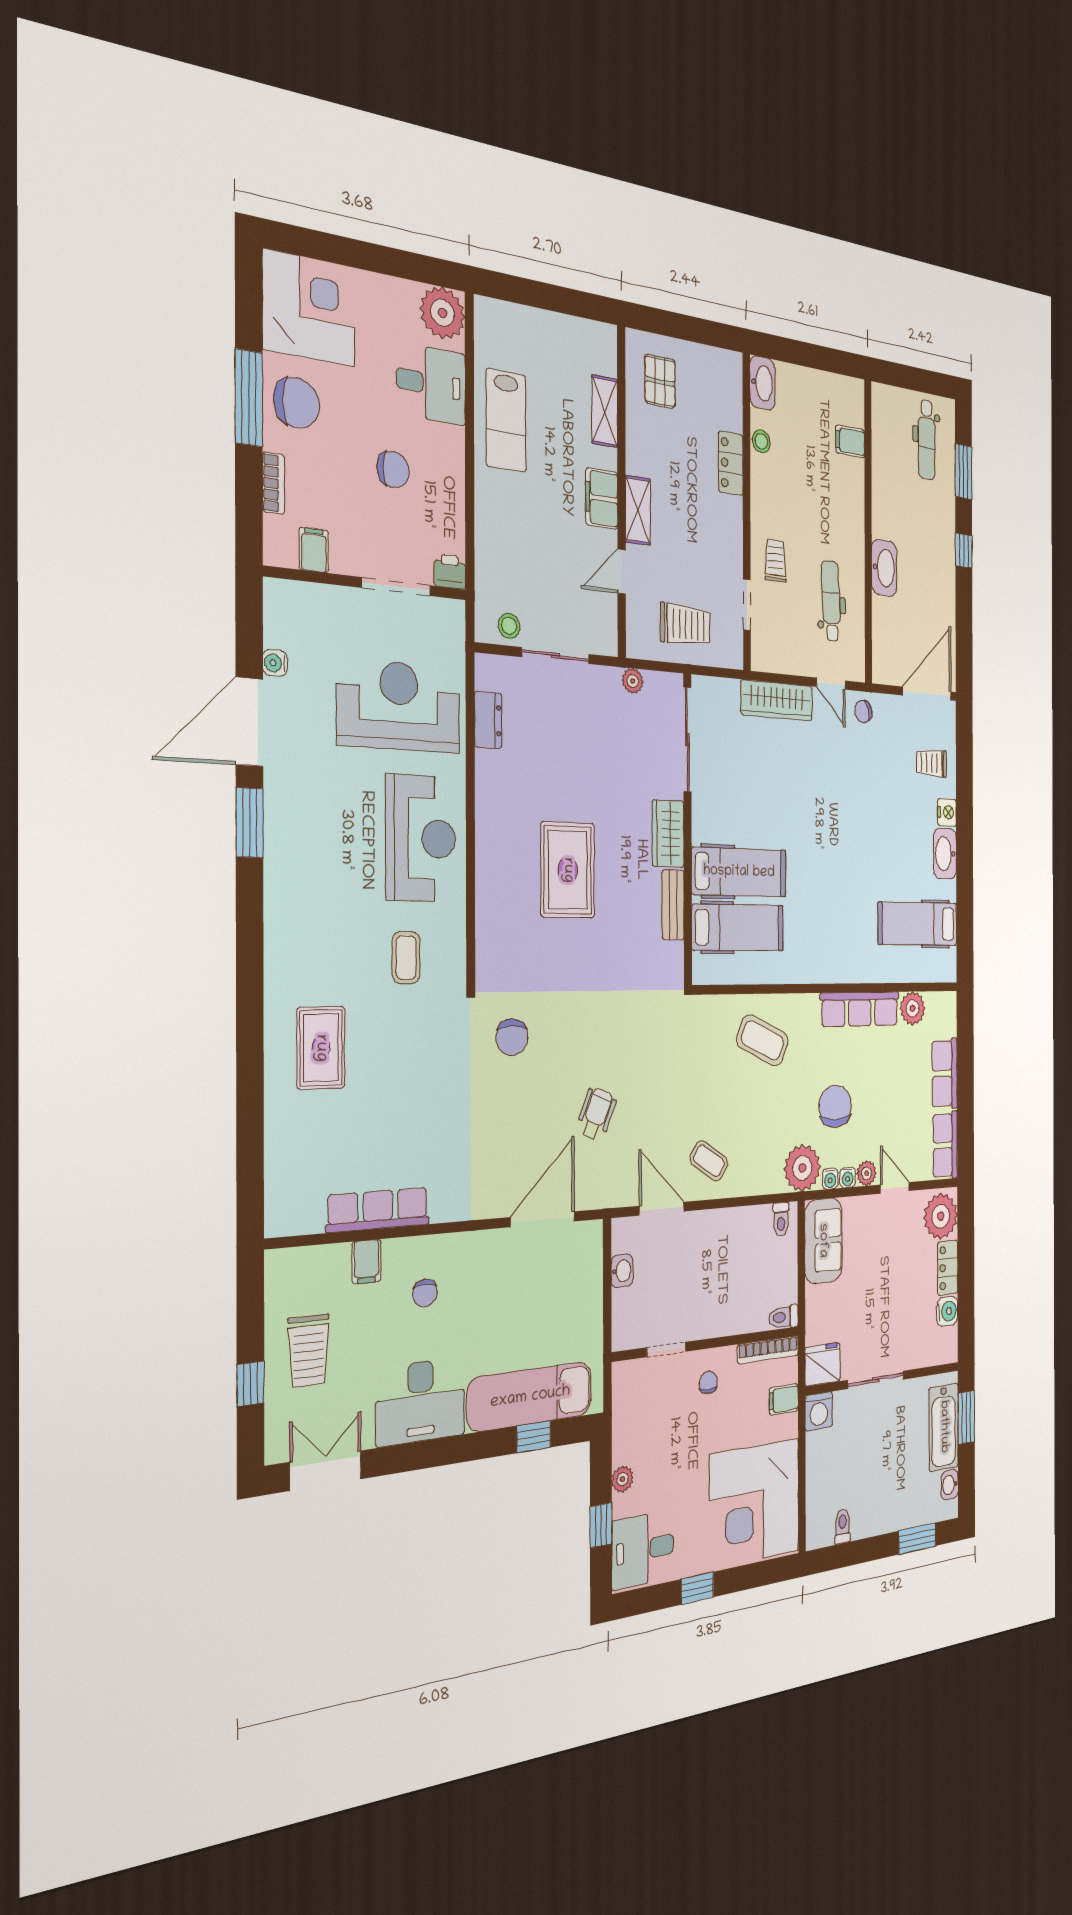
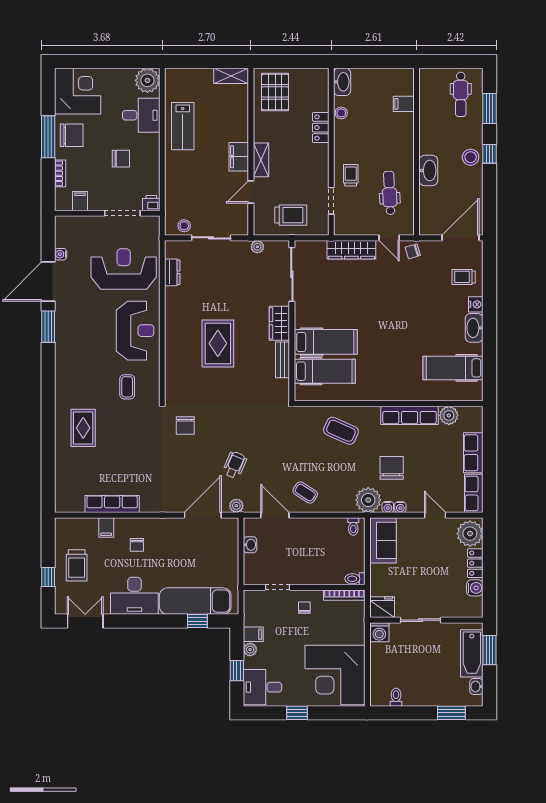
pallet: (660, 381) -> (275, 92), width x1.50, depth x1.42
shelving: (605, 411) -> (231, 76), moved, turned 90
stool: (940, 553) -> (471, 157), added
plant: (867, 1173) -> (236, 506), moved
filing cabinet: (784, 1399) -> (253, 634), moved, turned 180

